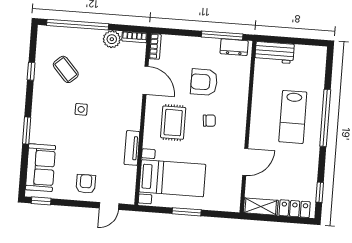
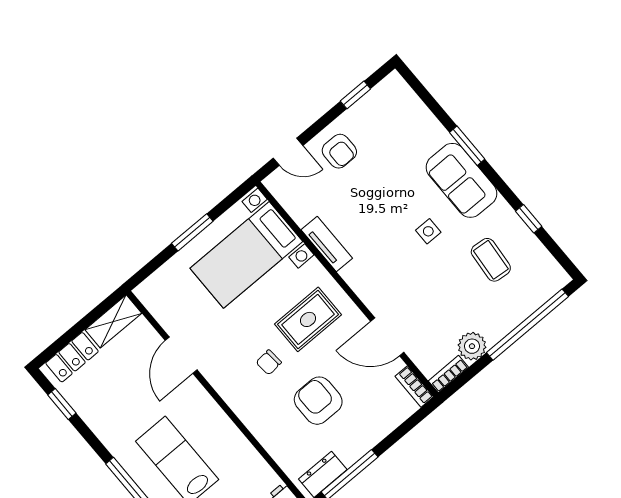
coffee table: (66, 69) -> (491, 260), turned 47
armchair: (204, 82) -> (318, 401), turned -90
rug: (173, 123) -> (308, 319), turned 90
sofa: (40, 168) -> (461, 180), moved
window: (41, 201) -> (355, 95), moved
door: (109, 206) -> (288, 152), swing flipped

